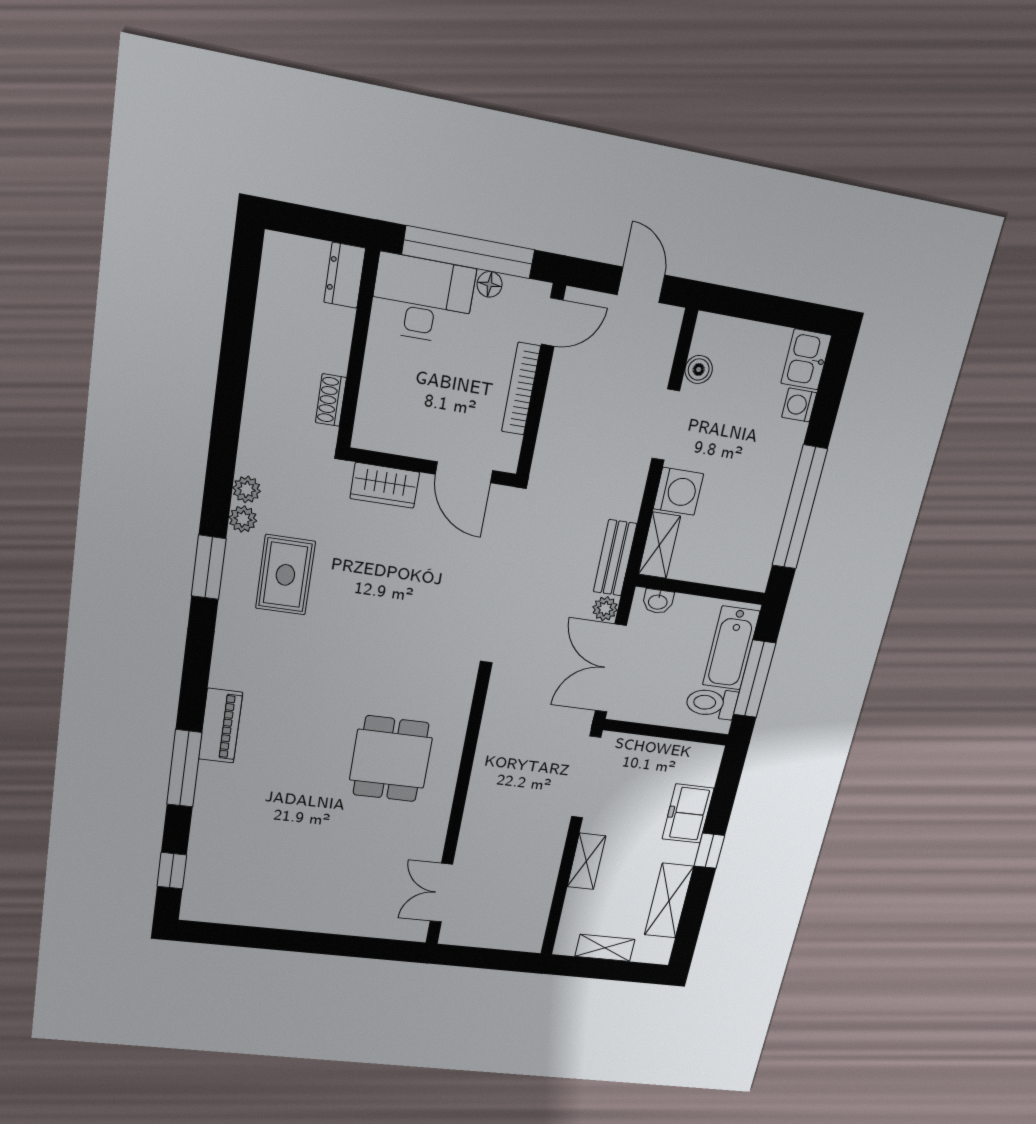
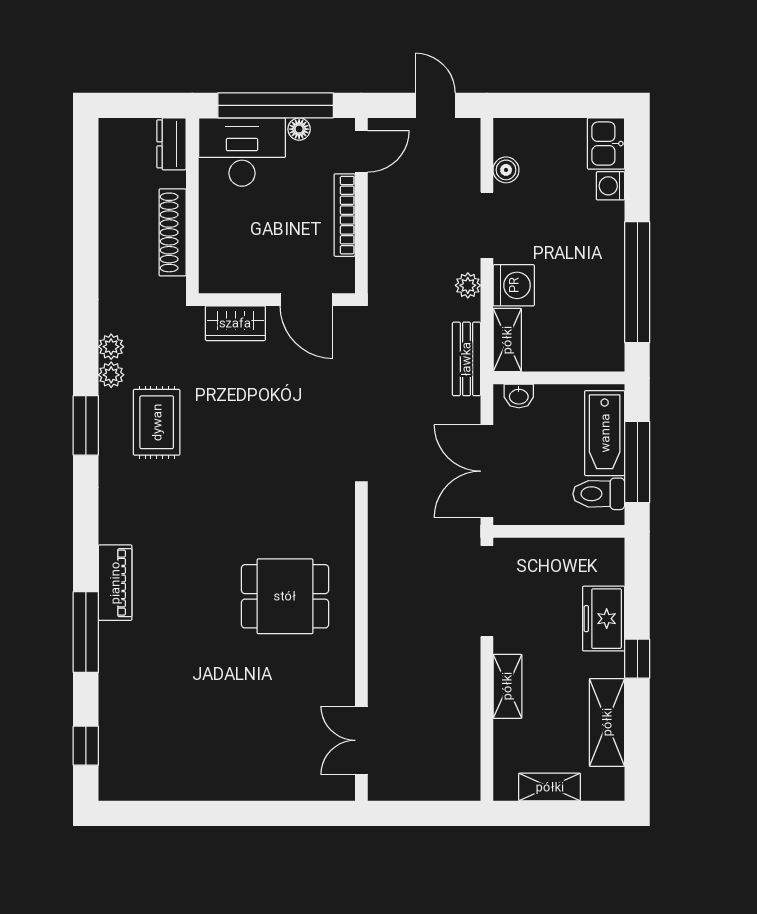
shoe rack: (331, 400) -> (173, 232), width x1.94, depth x1.24
plant: (605, 609) -> (468, 285), moved
dining table: (391, 759) -> (285, 596), turned 90

